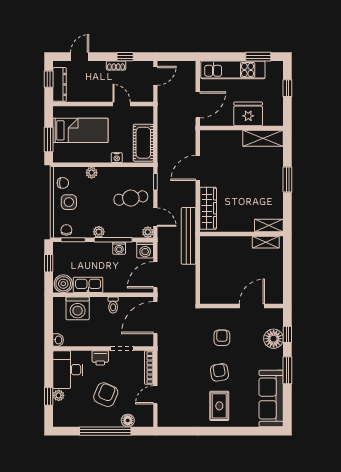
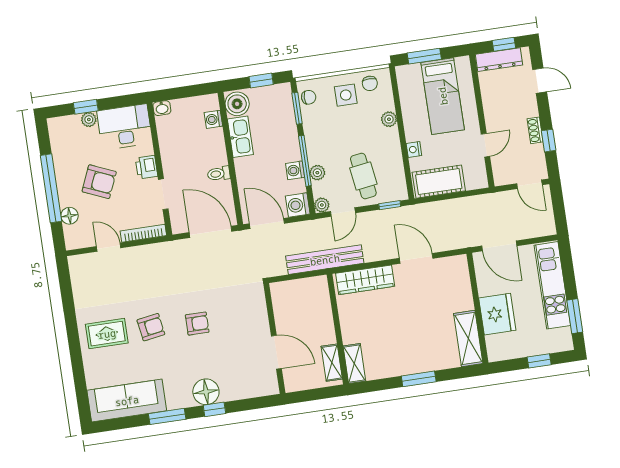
plant: (99, 232) -> (317, 173), moved
wall: (242, 306) -> (274, 339), moved
door: (252, 306) -> (276, 352), moved
washing machine: (78, 308) -> (213, 119), width x0.53, depth x0.53

